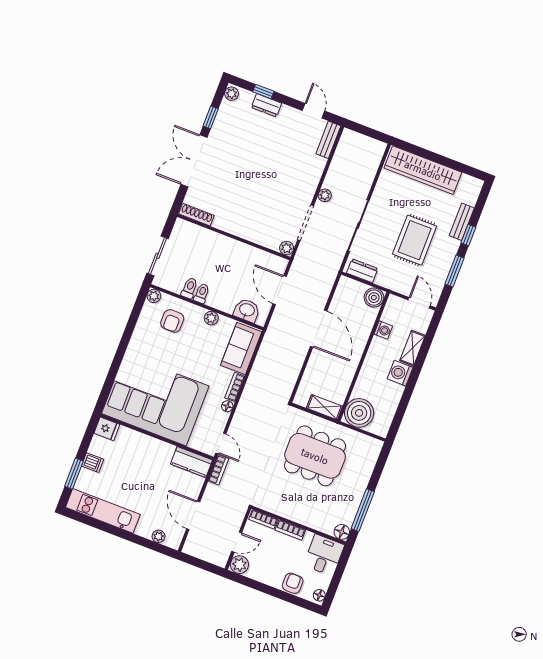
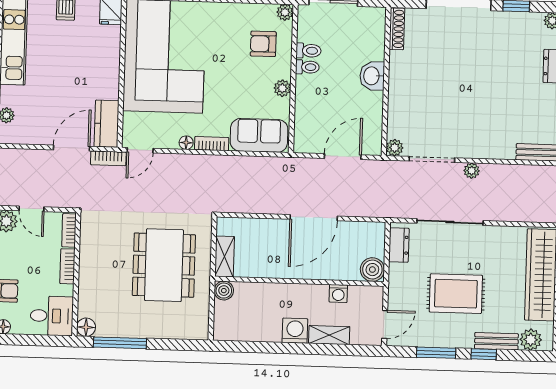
plant: (470, 195) -> (531, 340), added
washbasin: (247, 310) -> (372, 76), moved, turned 180
boiler: (359, 413) -> (224, 291), width x0.54, depth x0.54
door: (193, 515) -> (72, 148), moved

